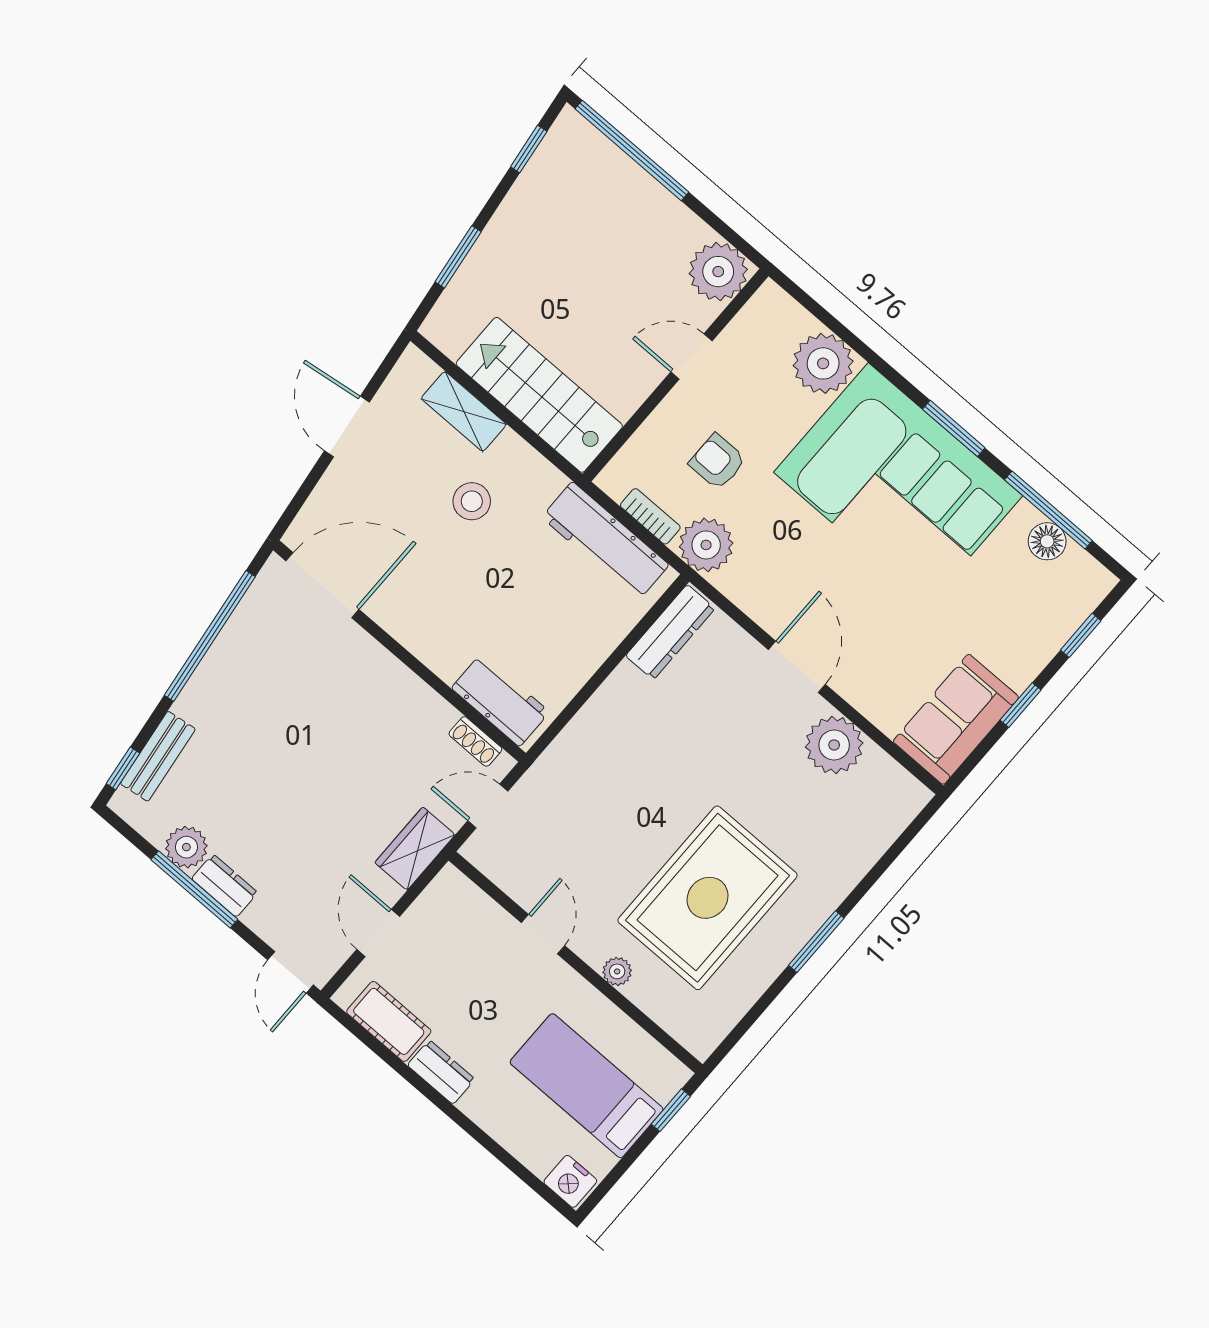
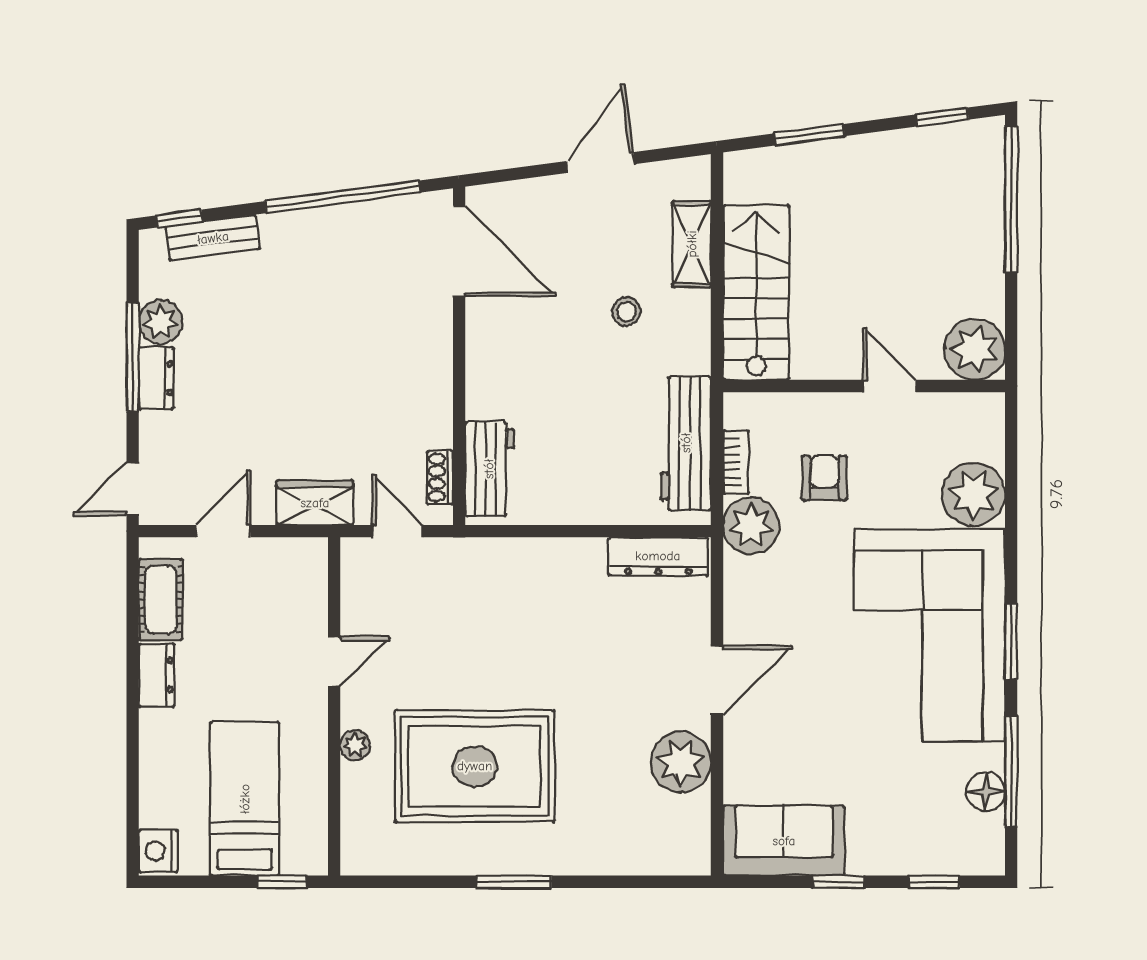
stool: (472, 501) -> (626, 311), width x0.73, depth x0.73

